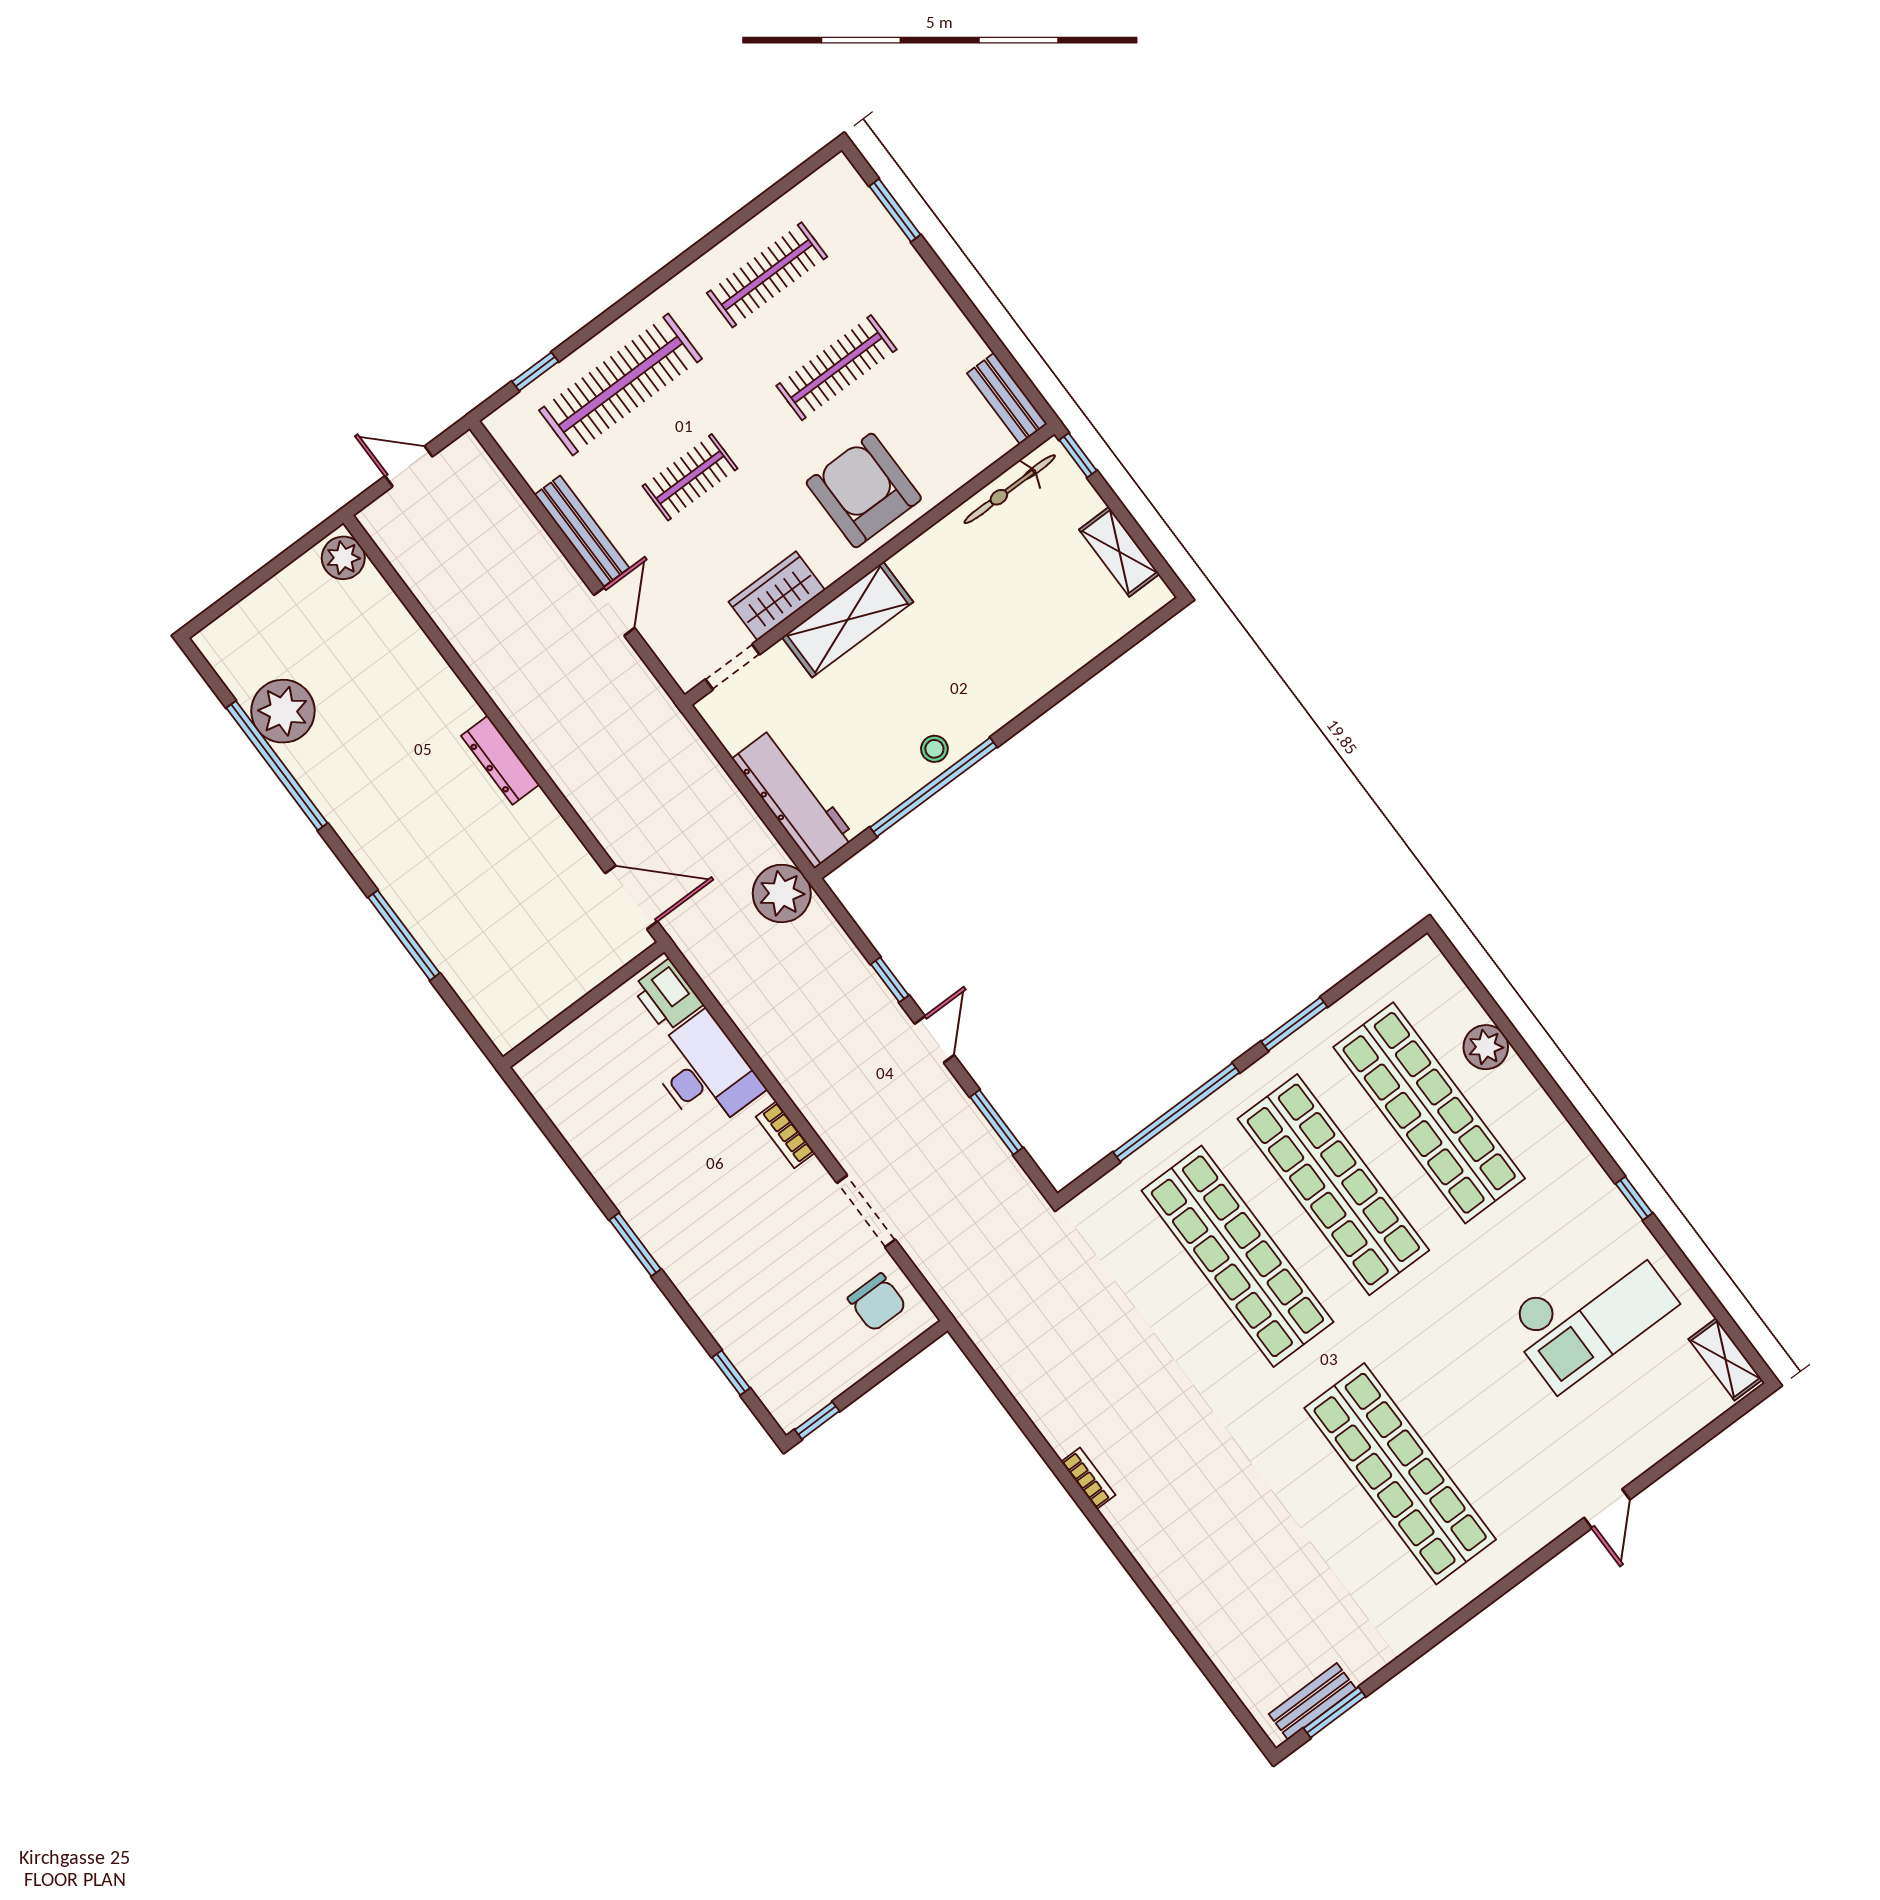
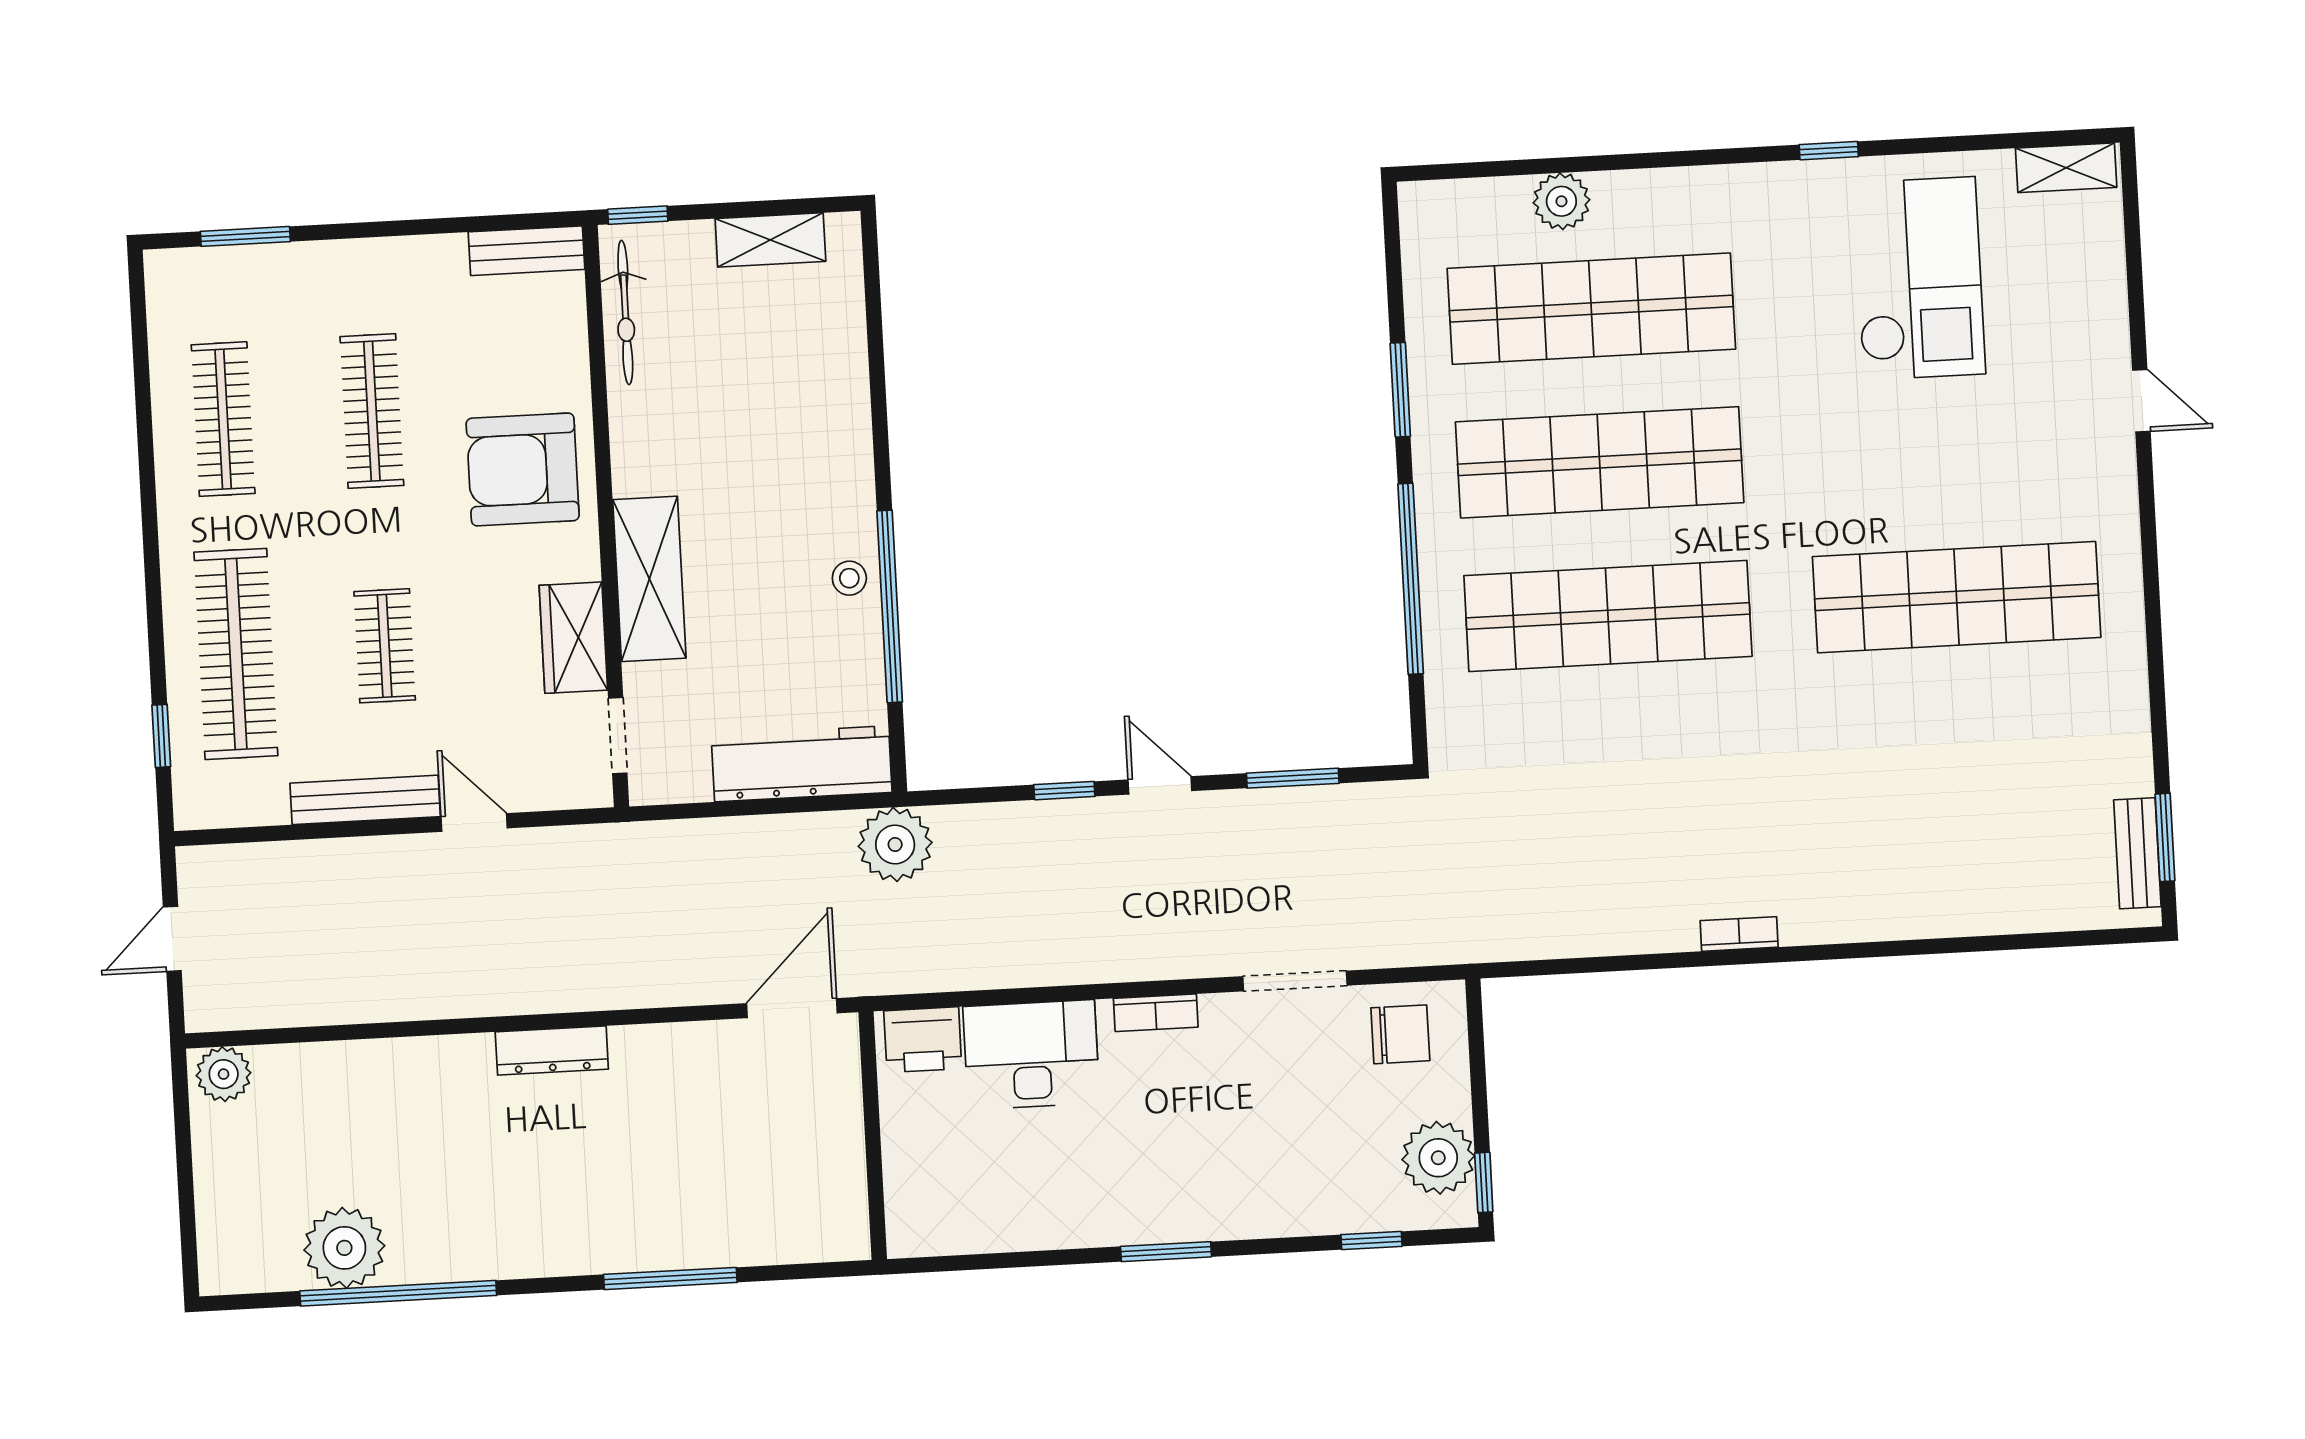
plant: (813, 1380) -> (1438, 1158), added

